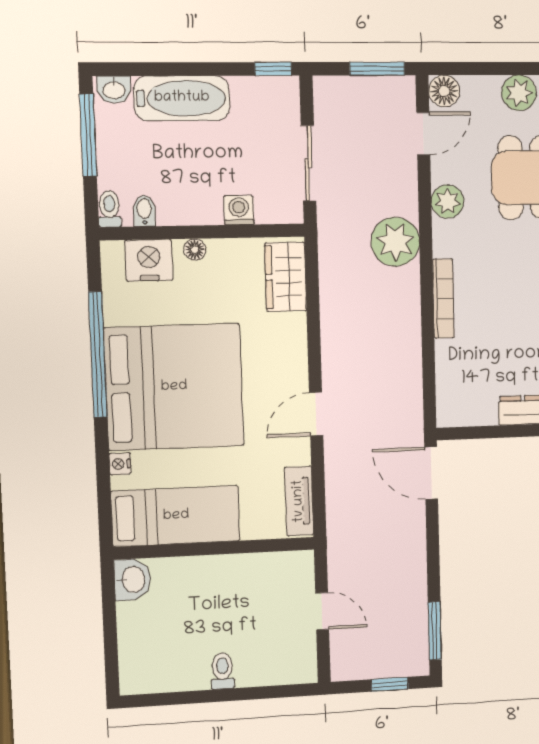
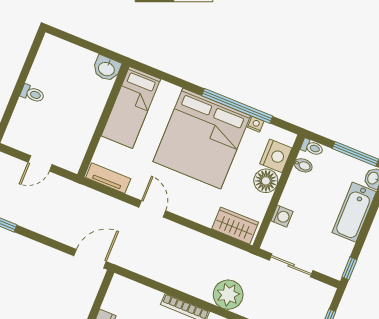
floor lamp: (195, 250) -> (266, 181), width x1.89, depth x1.89
nightstand: (120, 464) -> (256, 124), moved

